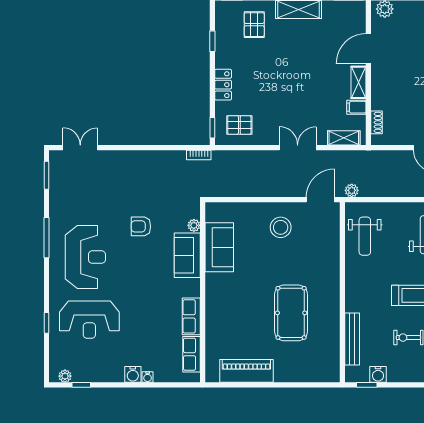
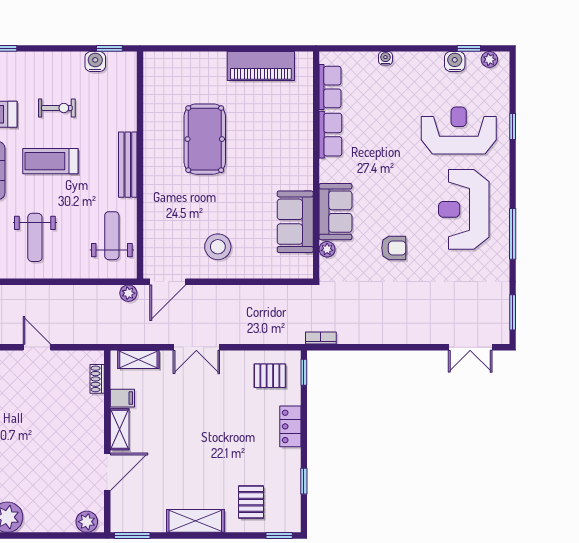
bench: (352, 339) -> (128, 165), moved
water cooler: (133, 374) -> (455, 61), moved

